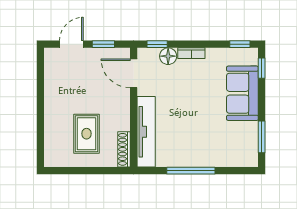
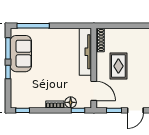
window: (262, 68) -> (8, 72), moved
sofa: (242, 93) -> (21, 54), moved
rug: (86, 134) -> (118, 66), moved
window: (191, 171) -> (33, 26), moved

